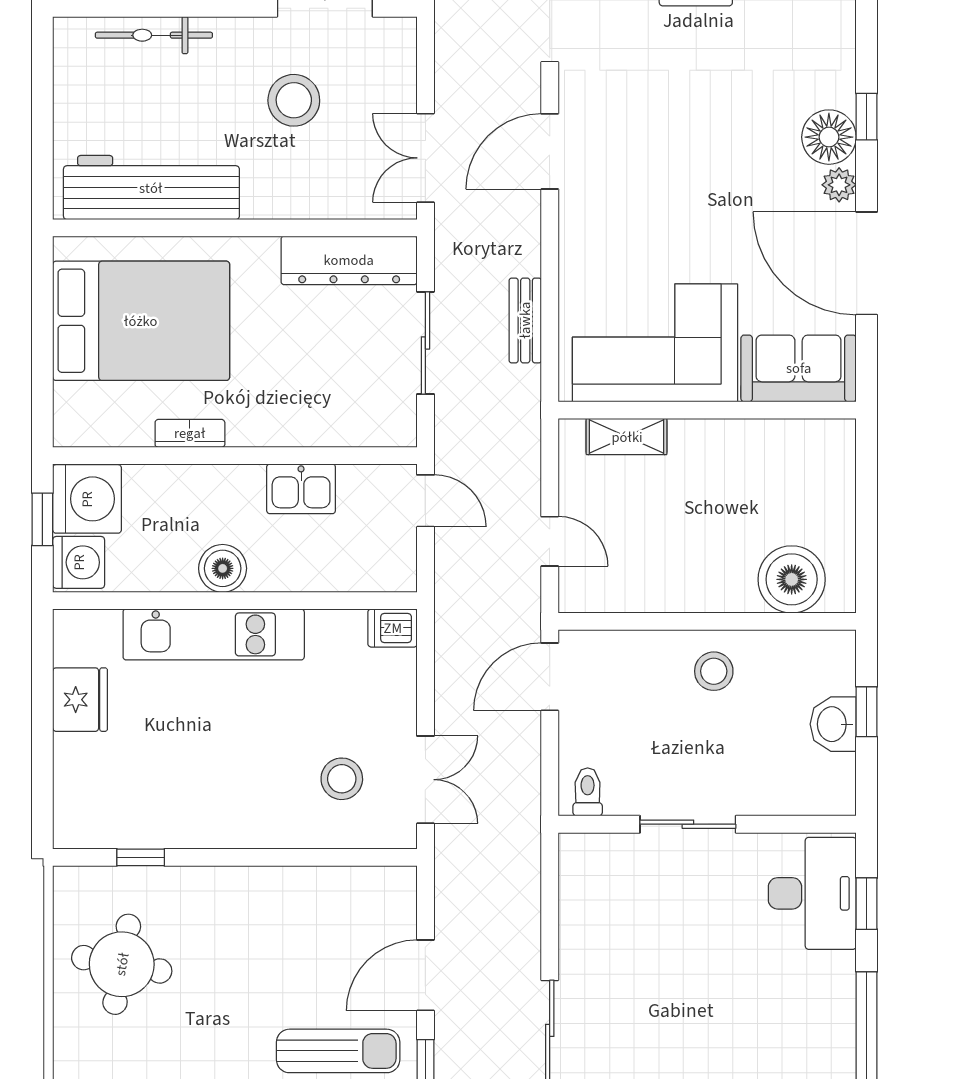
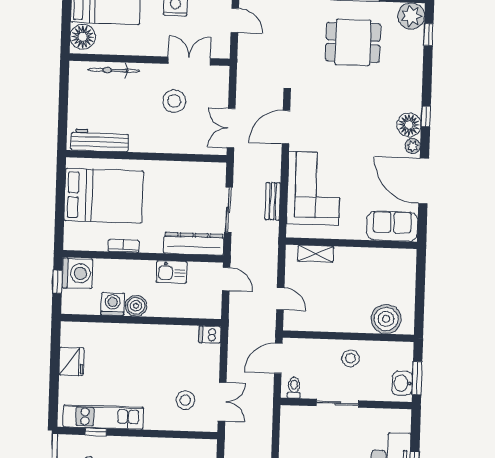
workbench: (151, 188) -> (100, 140), width x0.73, depth x0.76
dresser: (349, 260) -> (194, 244), moved, turned 180
corner sofa: (655, 343) -> (313, 188), moved, turned 90
washing machine: (79, 562) -> (113, 304), moved, turned -90
kitchen unit: (214, 634) -> (103, 417), moved, turned 180
window: (867, 712) -> (417, 378), width x1.50
toilet: (588, 792) -> (294, 388), moved
sliding door: (688, 824) -> (338, 403), moved
wall: (707, 824) -> (346, 404), moved

